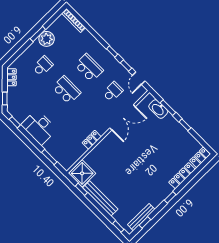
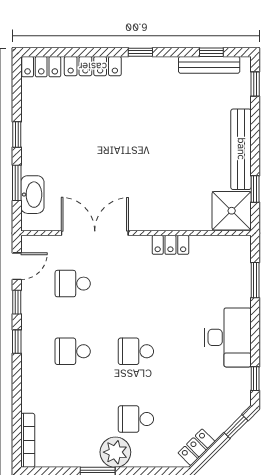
plant: (47, 39) -> (115, 452), moved
school desk: (89, 68) -> (73, 351), width x0.54
school desk: (67, 90) -> (136, 351), width x0.54

